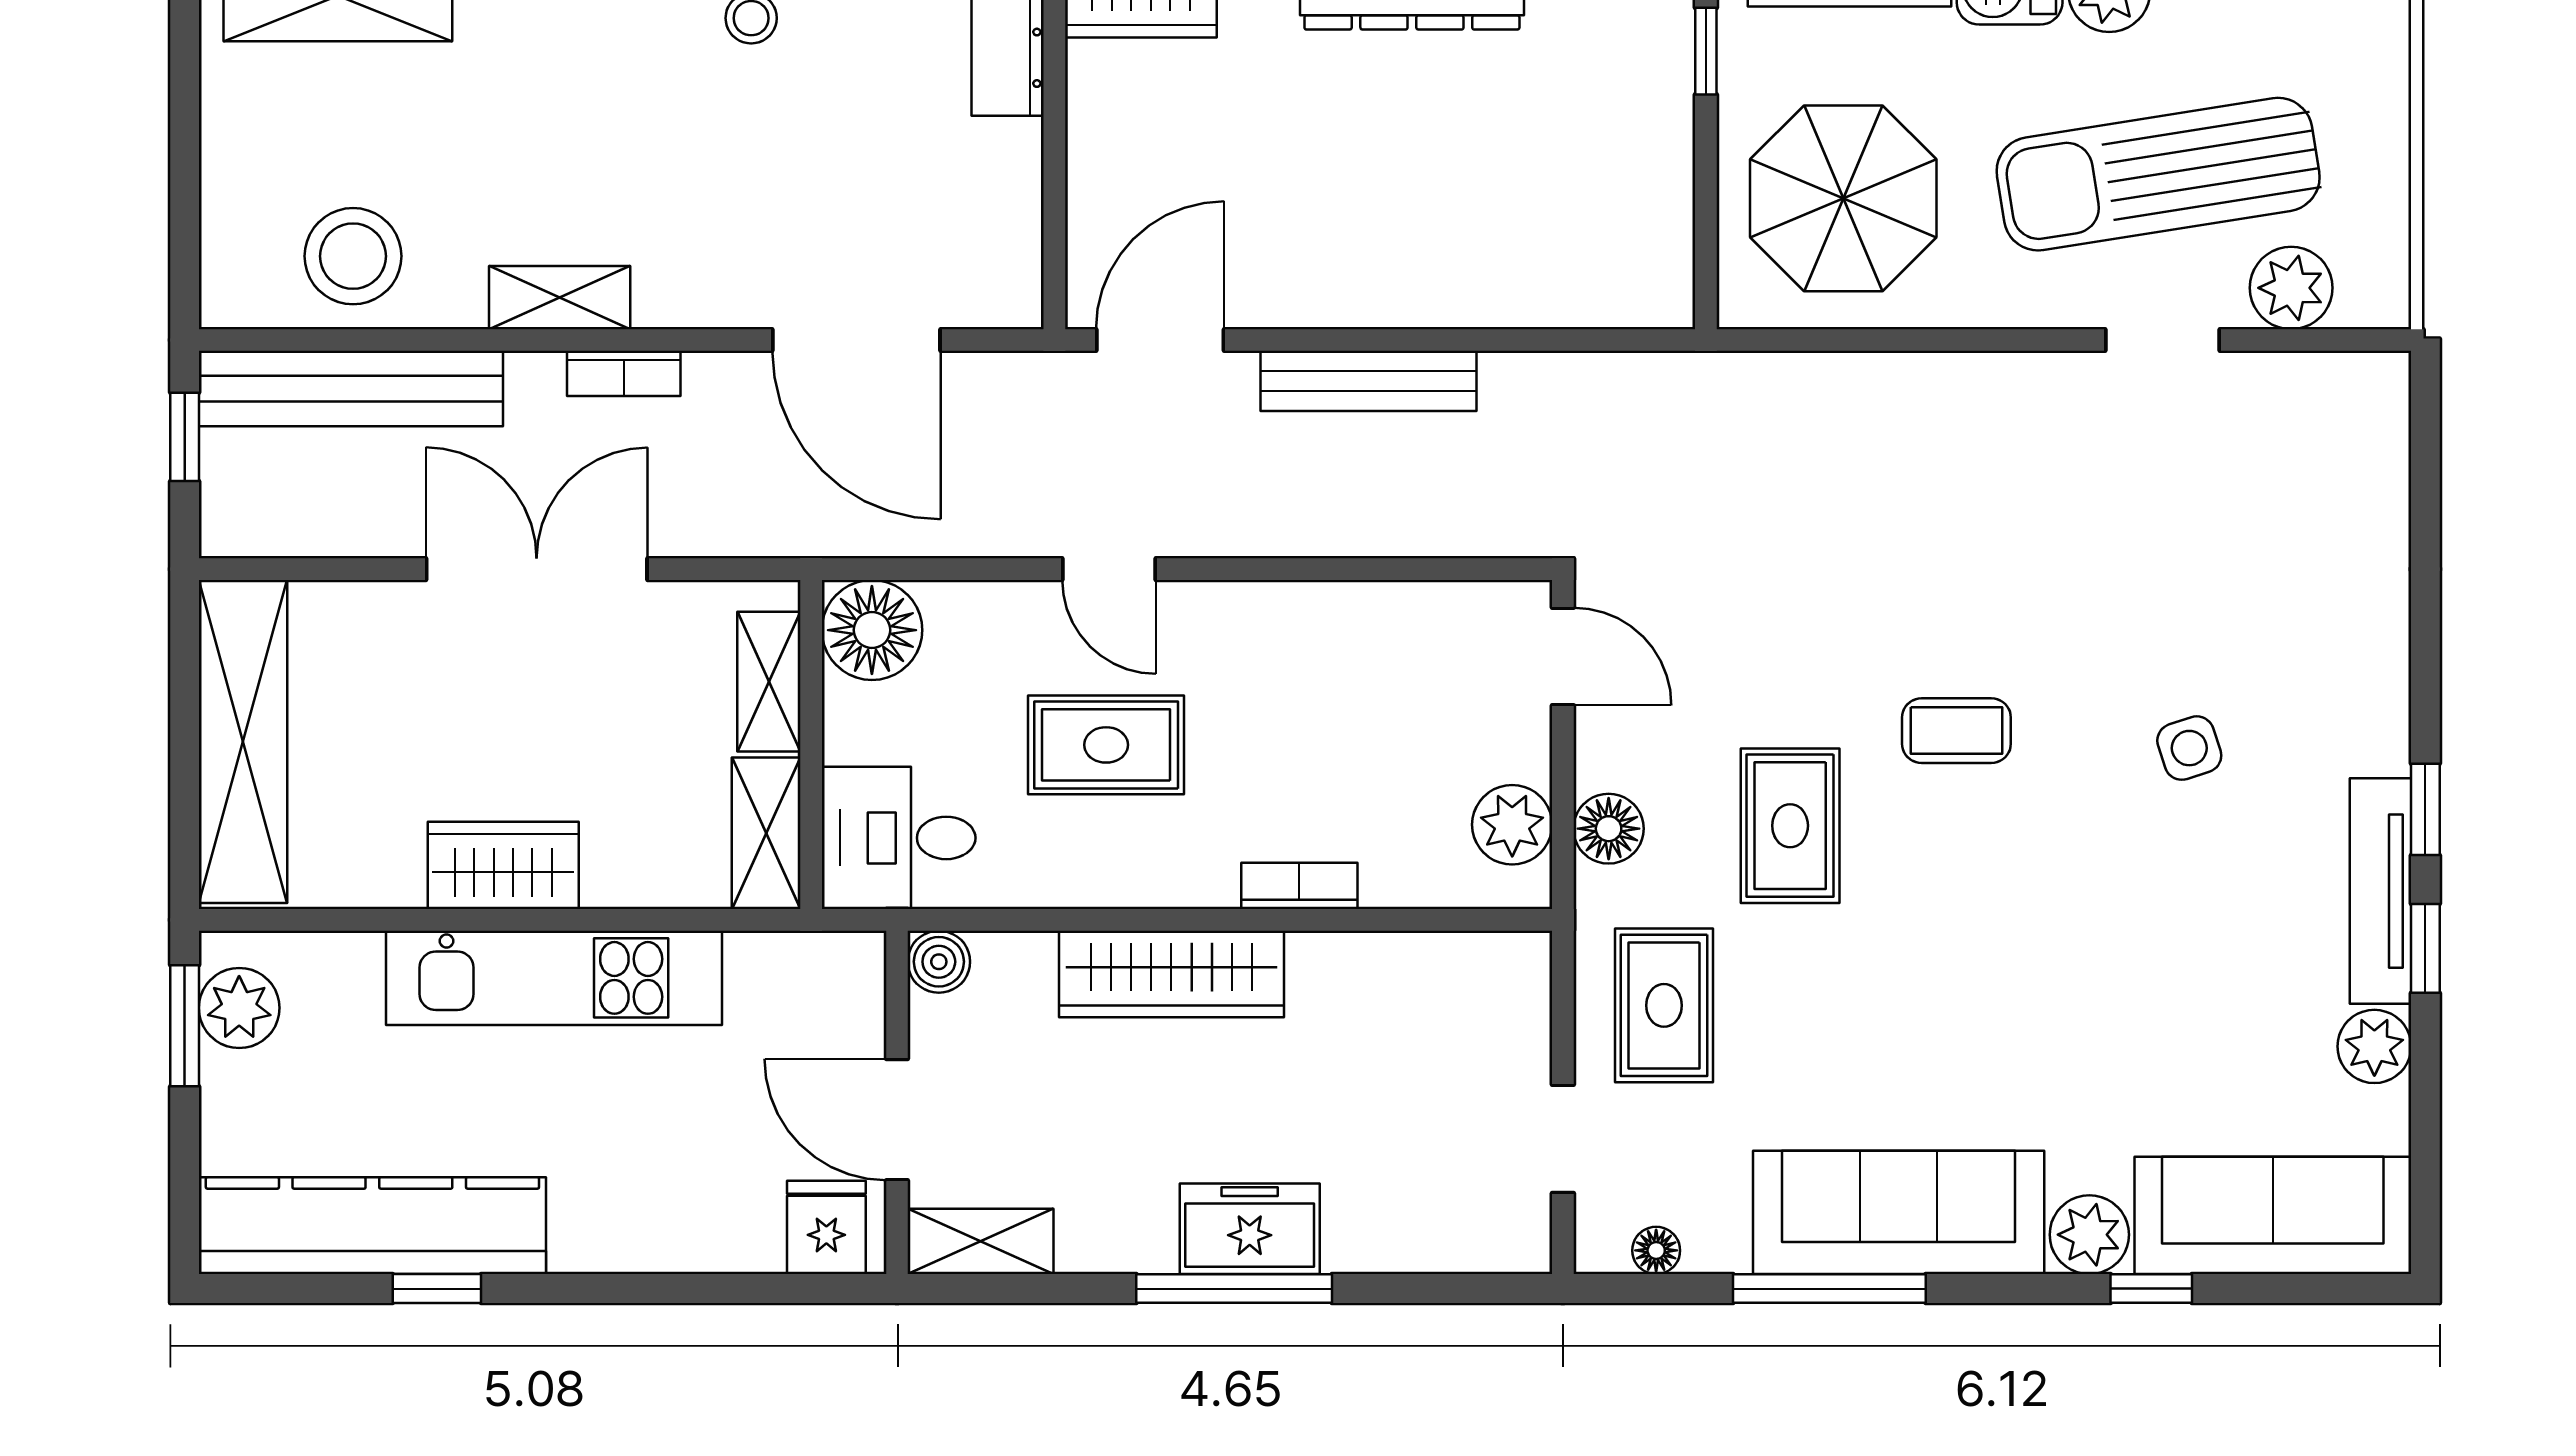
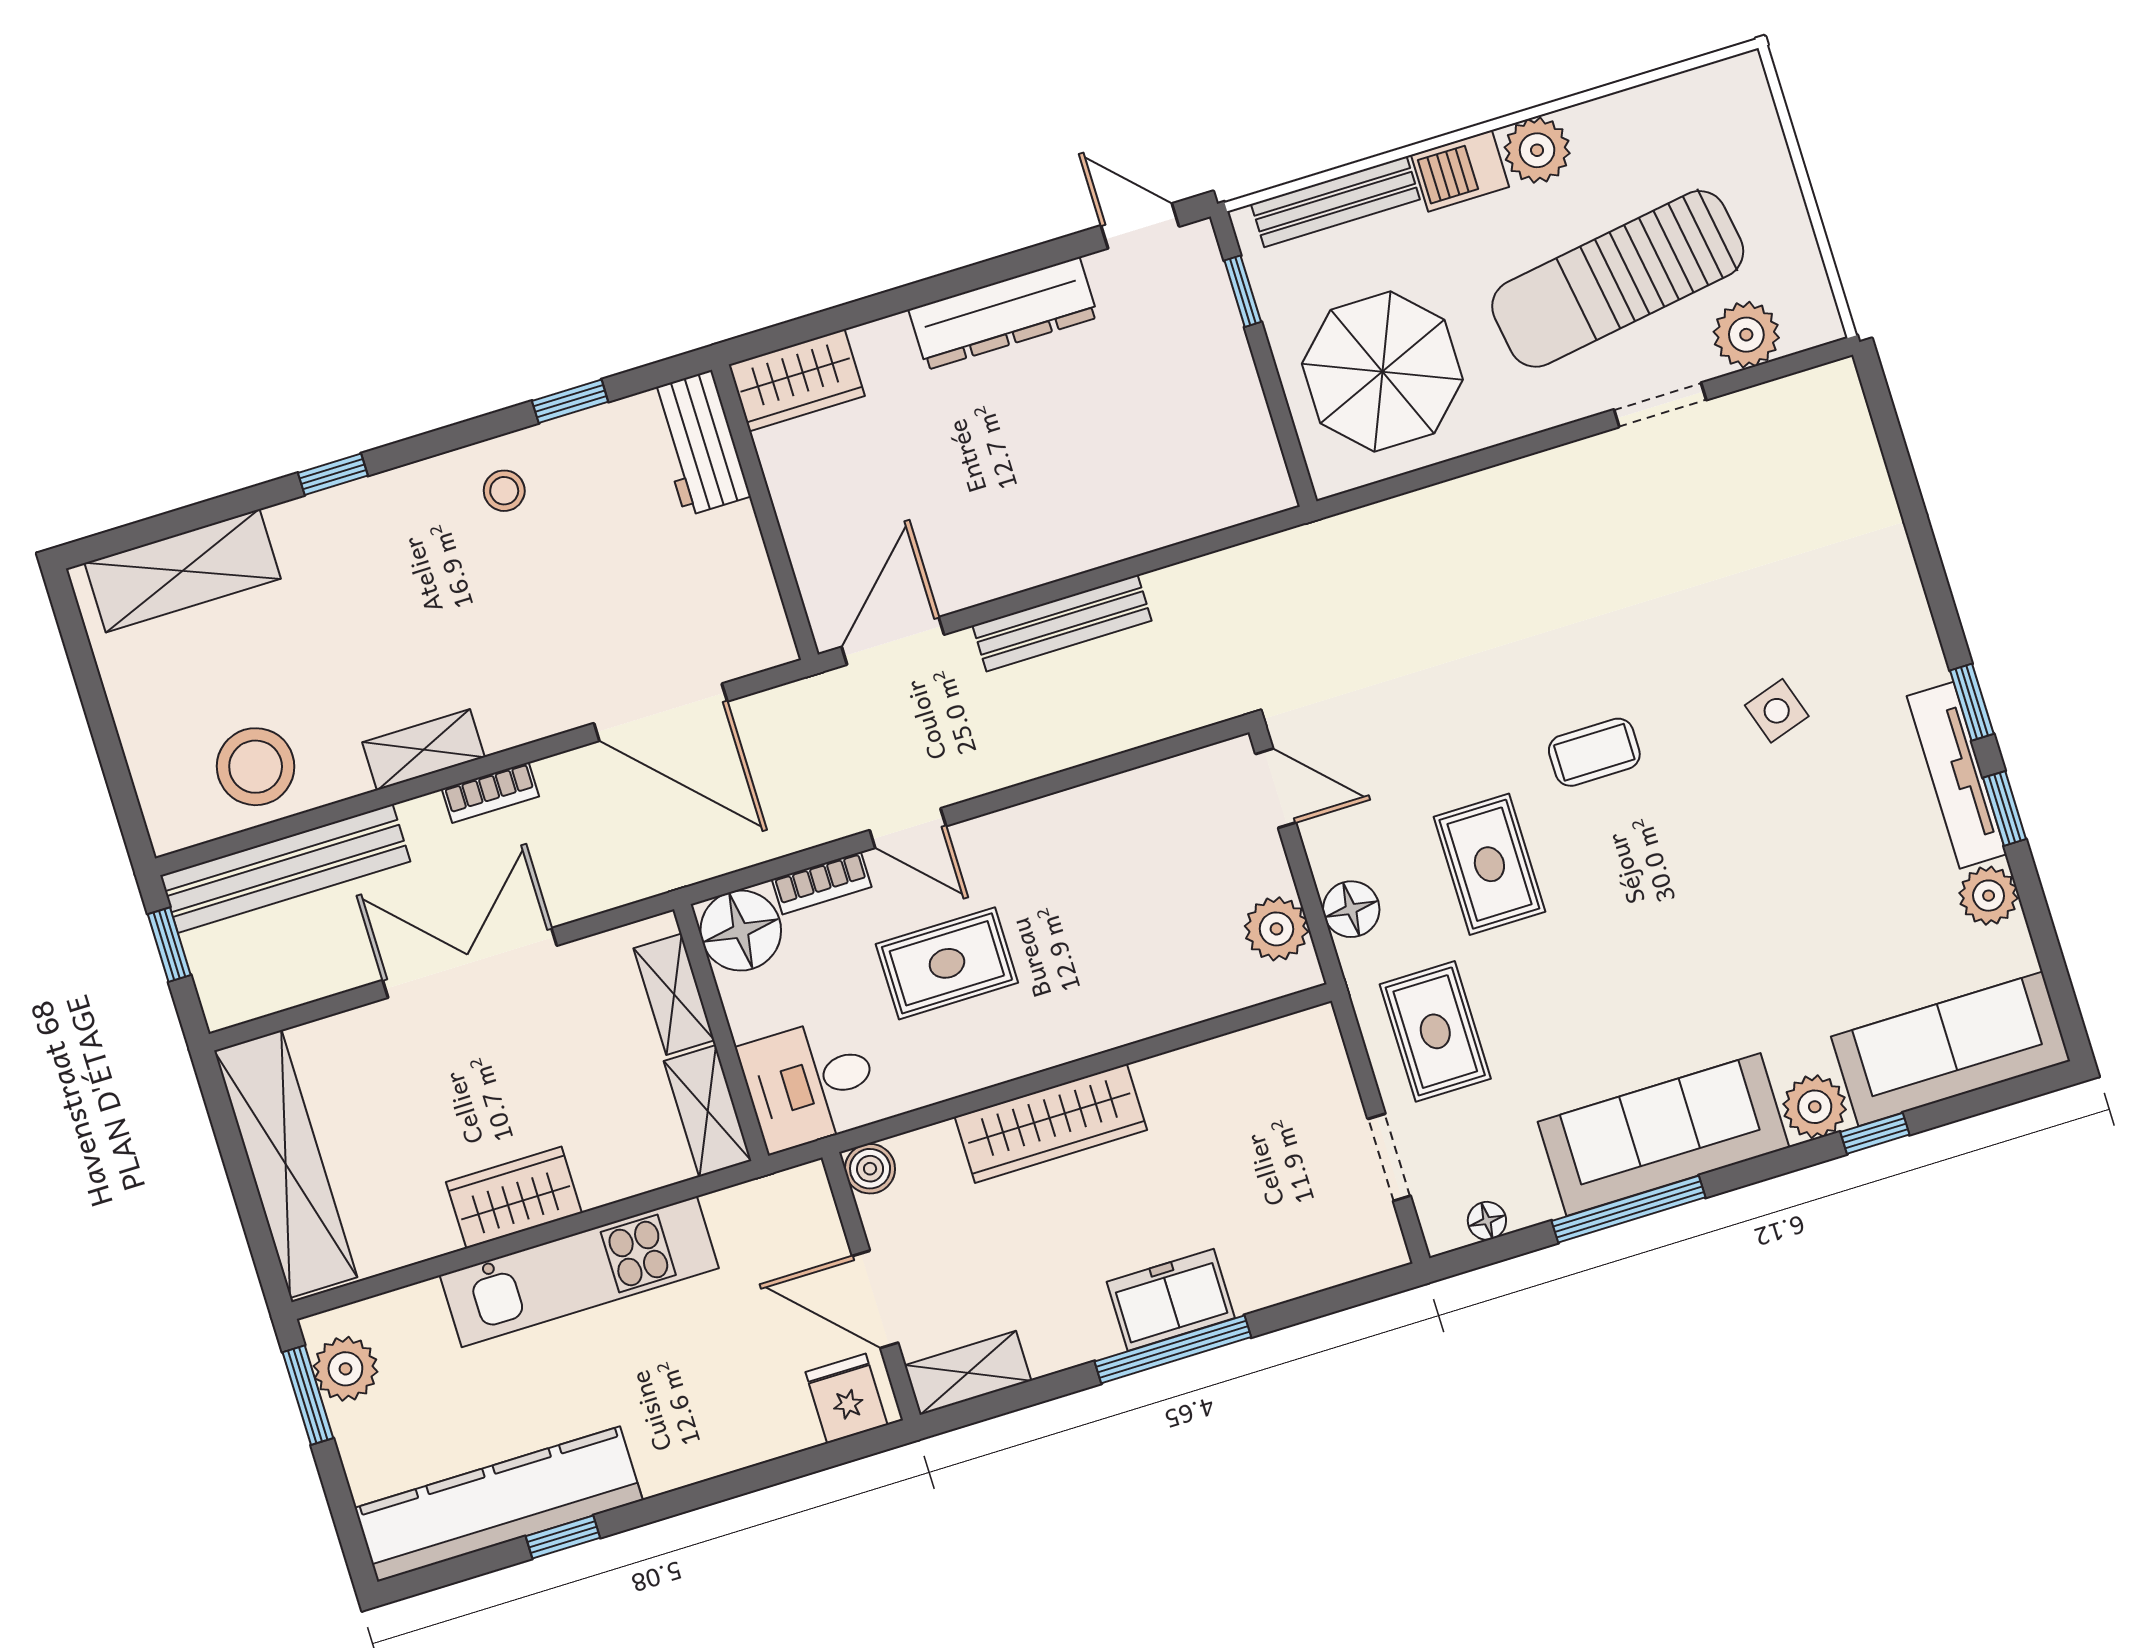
bookcase: (1299, 886) -> (822, 883), moved, turned 180

